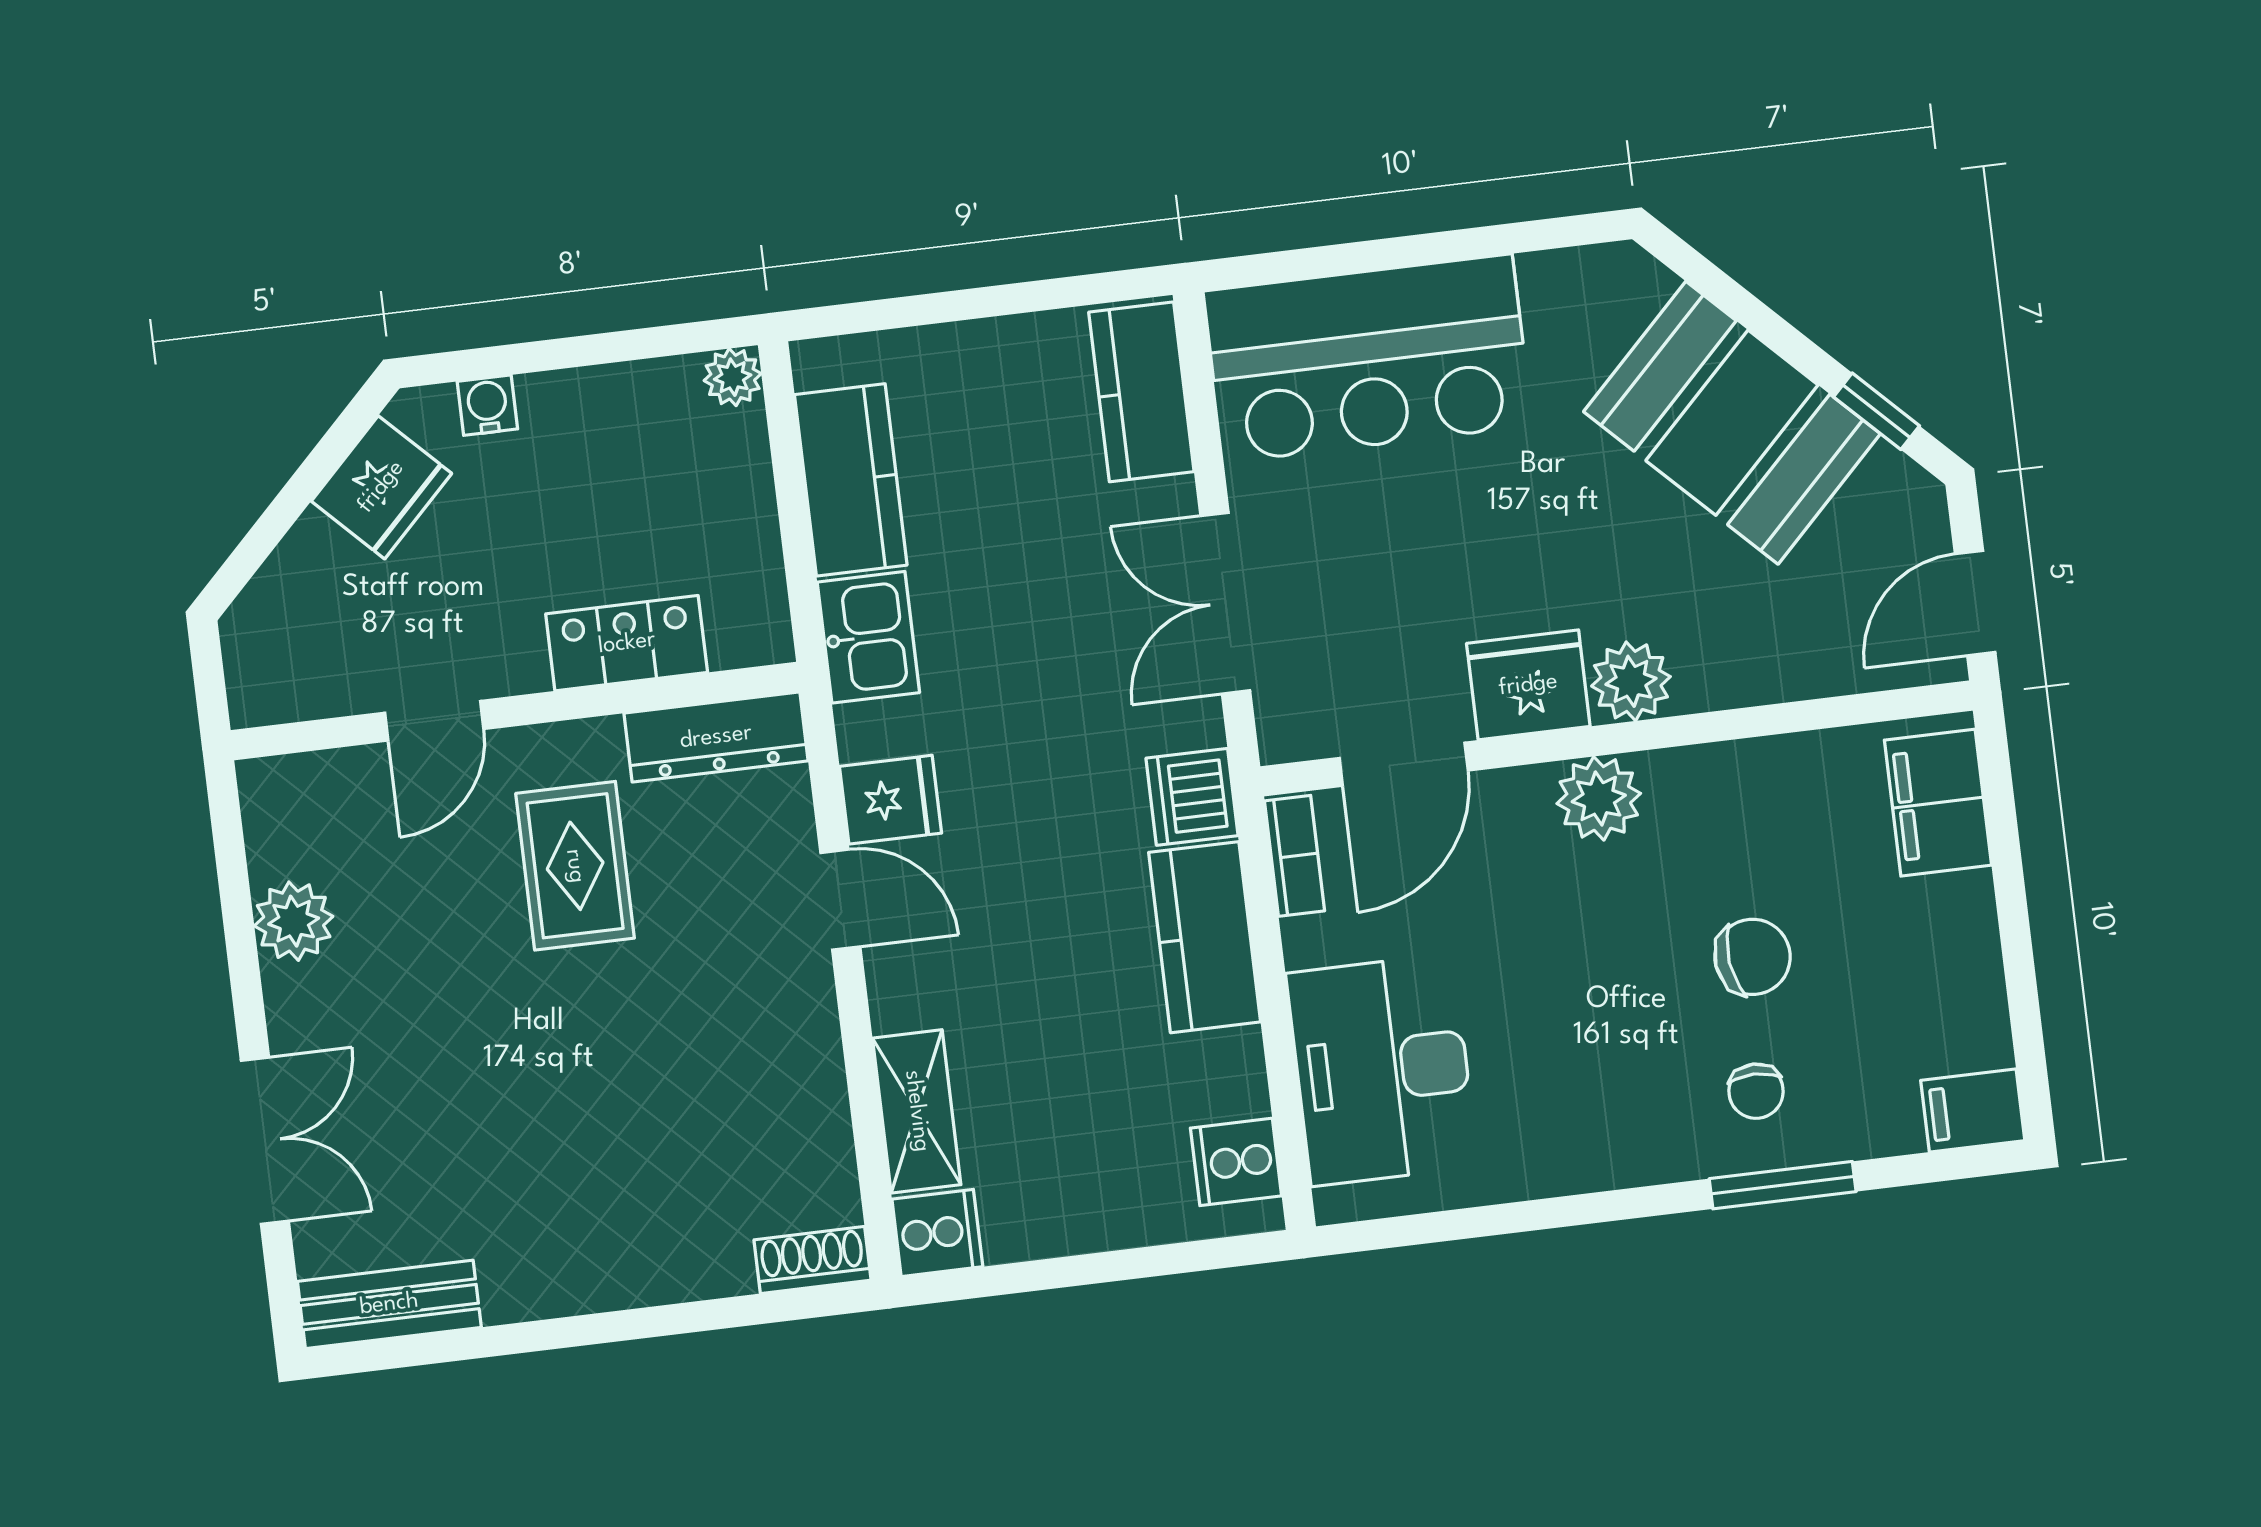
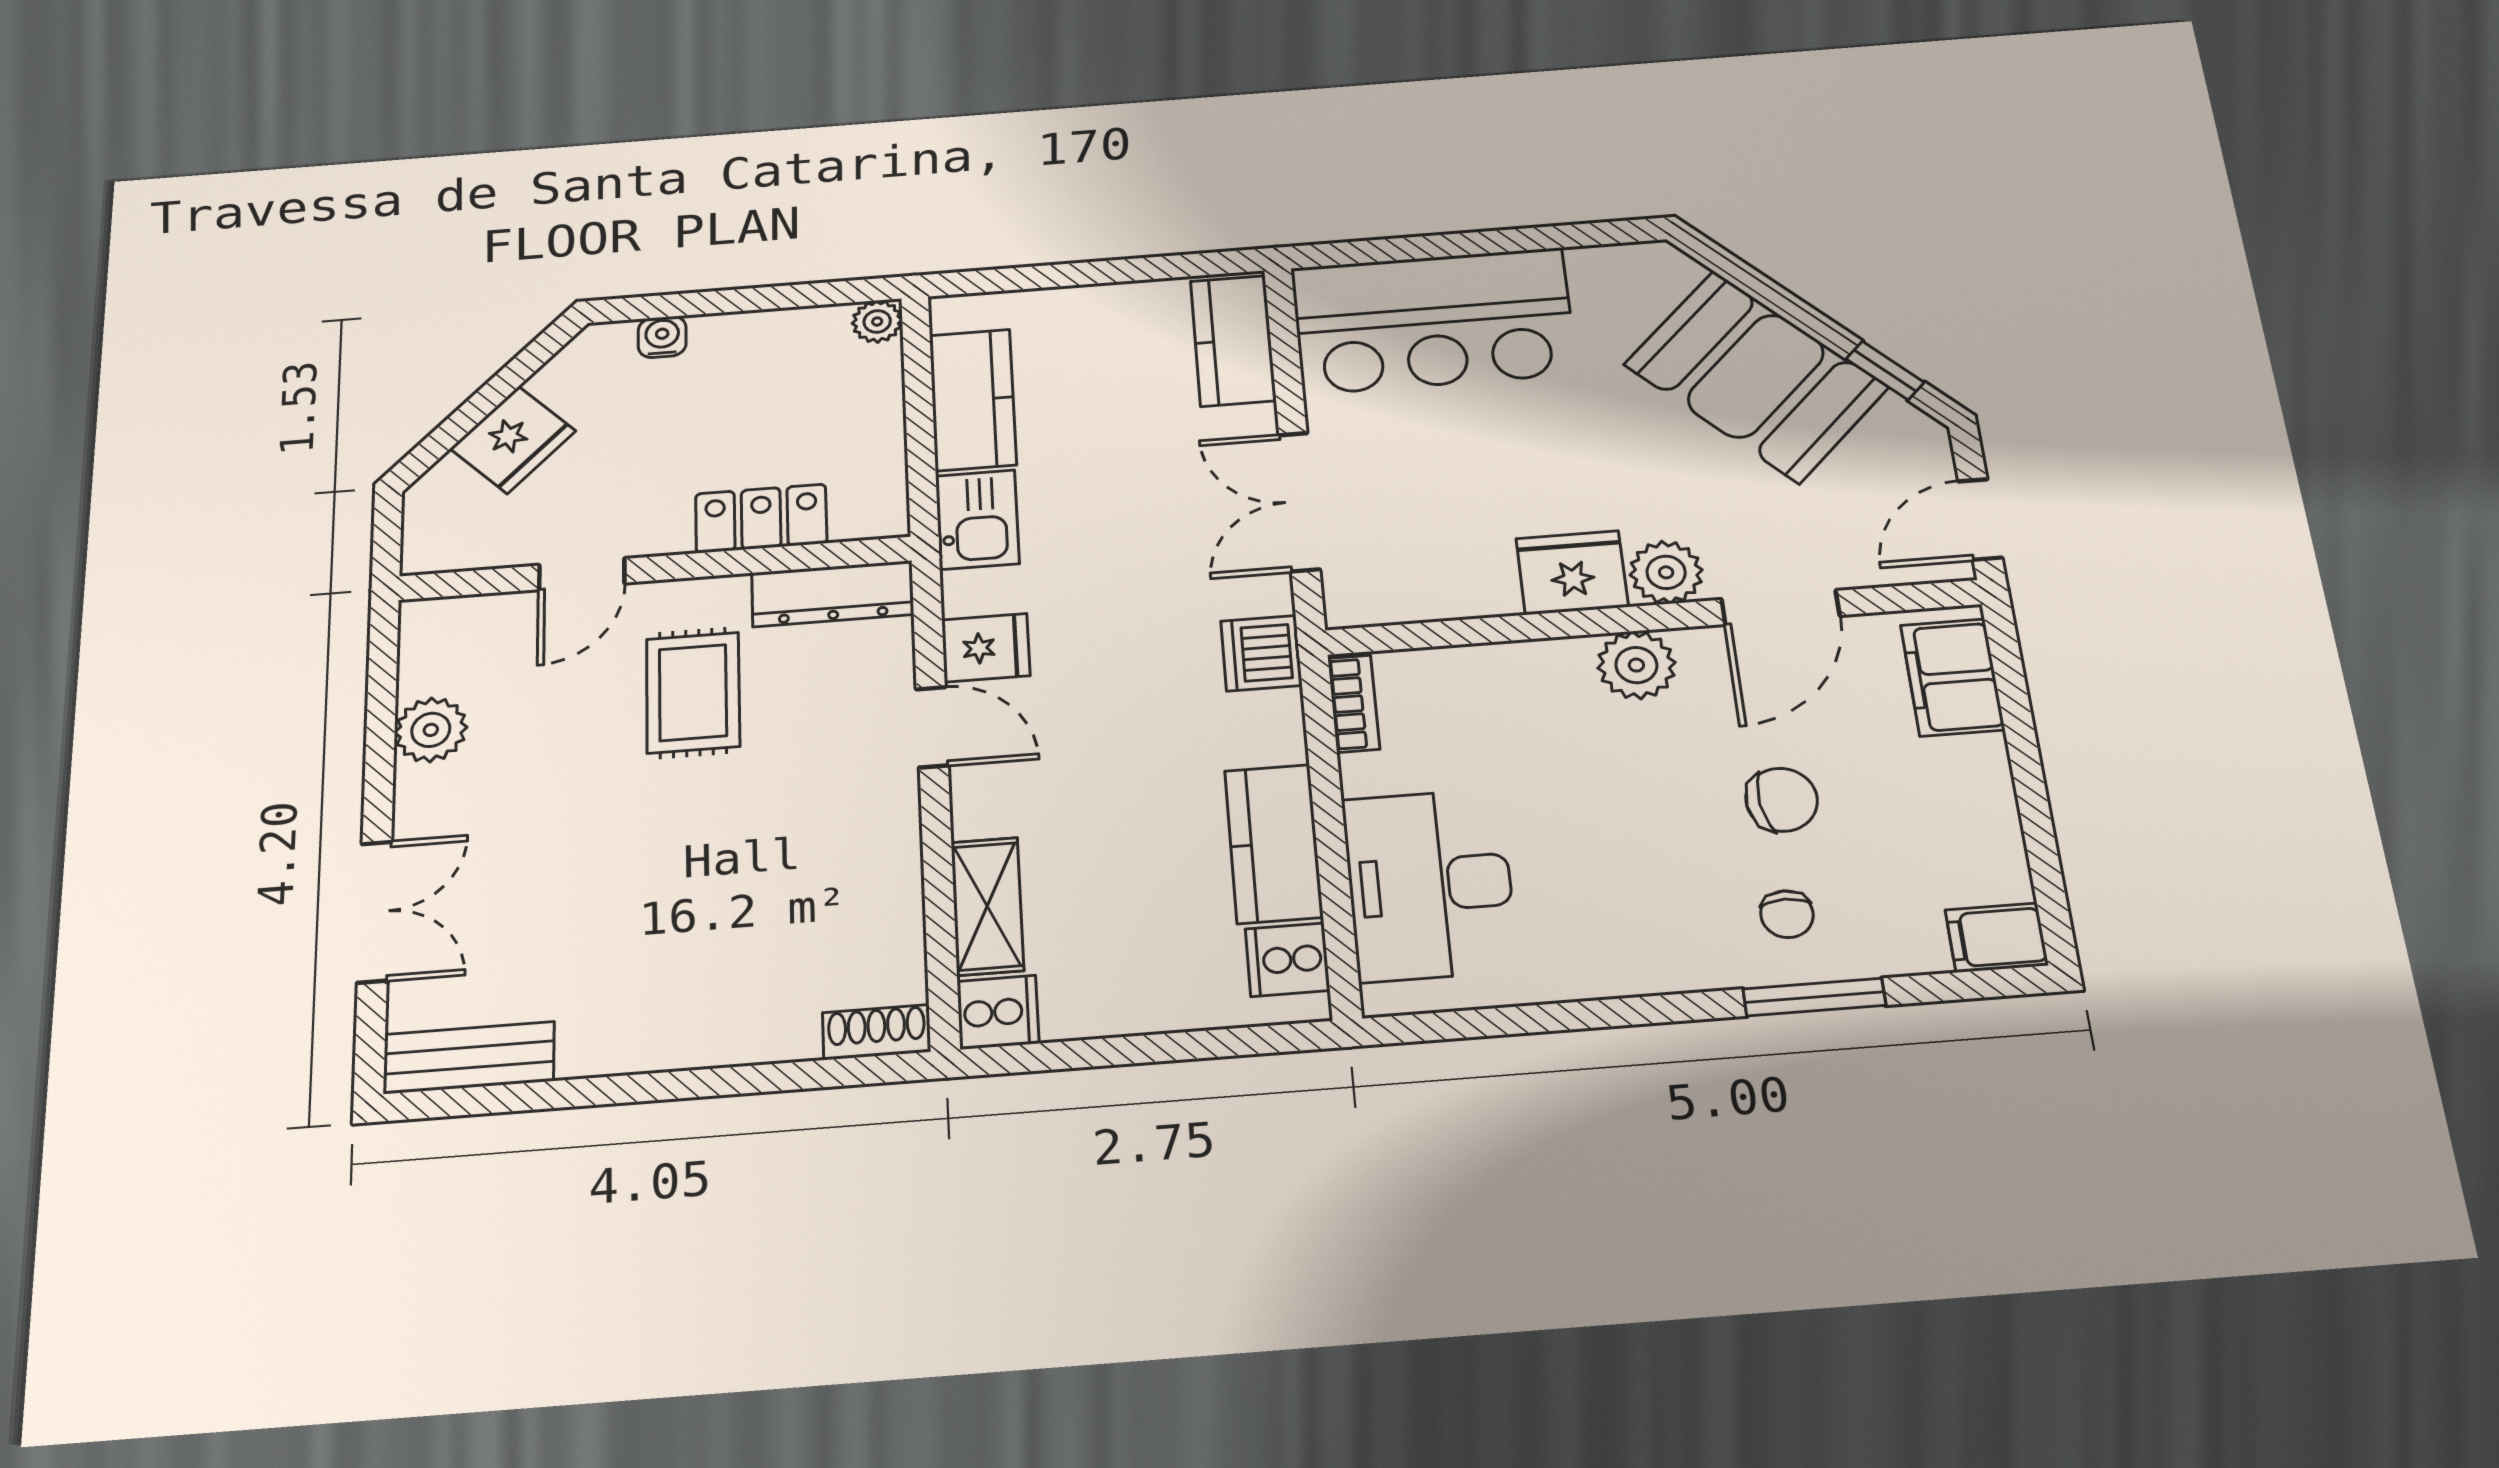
fridge: (381, 487) -> (513, 440), moved
door: (1404, 764) -> (1781, 607), moved
kitchen counter: (1205, 937) -> (1274, 844), moved

